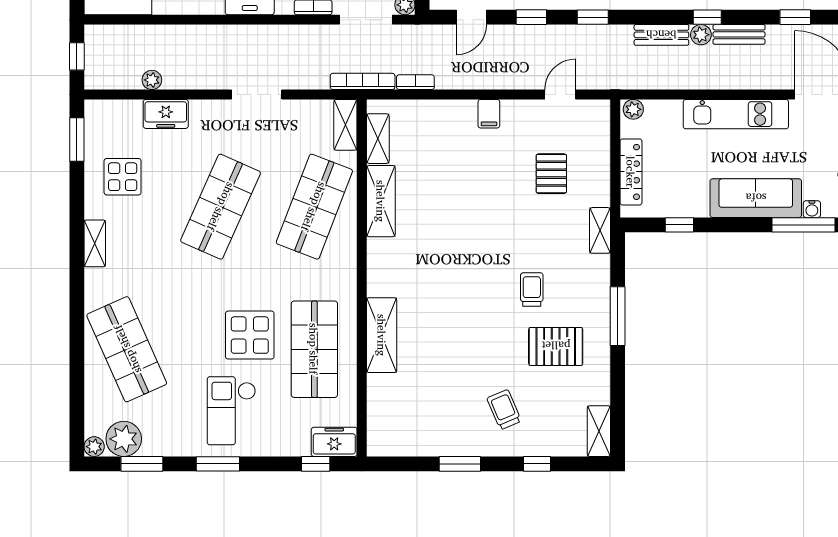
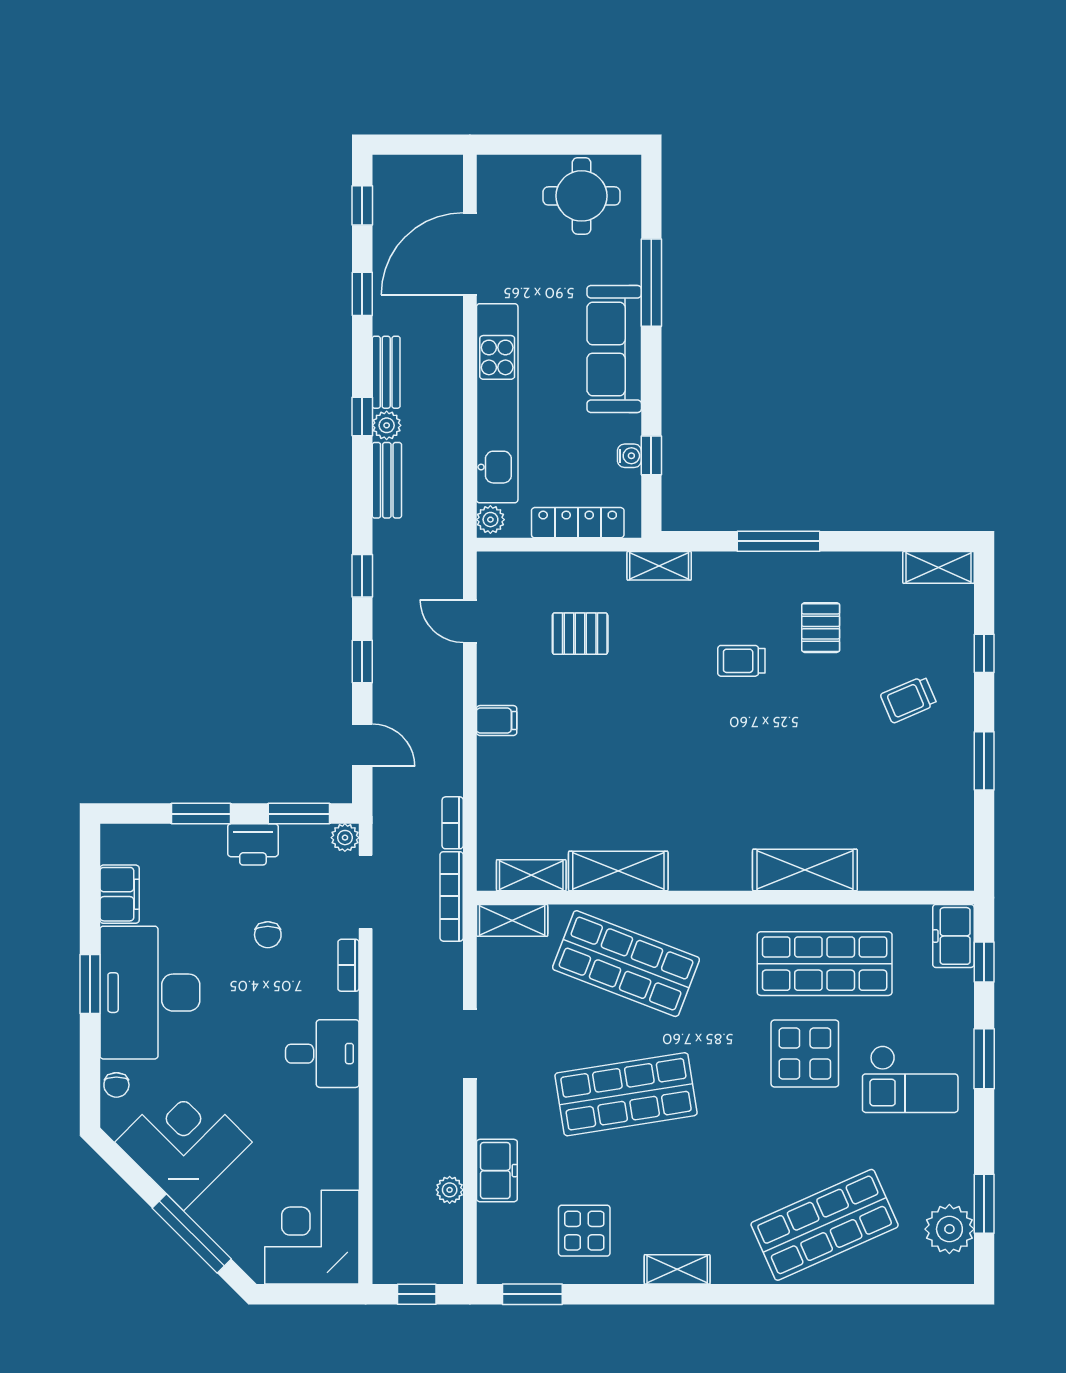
kitchen unit: (736, 114) -> (497, 403), width x1.36
shop shelf: (221, 207) -> (626, 1094), turned -33
water cooler: (812, 209) -> (629, 456), moved
pallet: (556, 346) -> (821, 628), width x0.67, depth x0.71
plant: (94, 447) -> (960, 1270), removed
window: (218, 464) -> (984, 1059), moved

